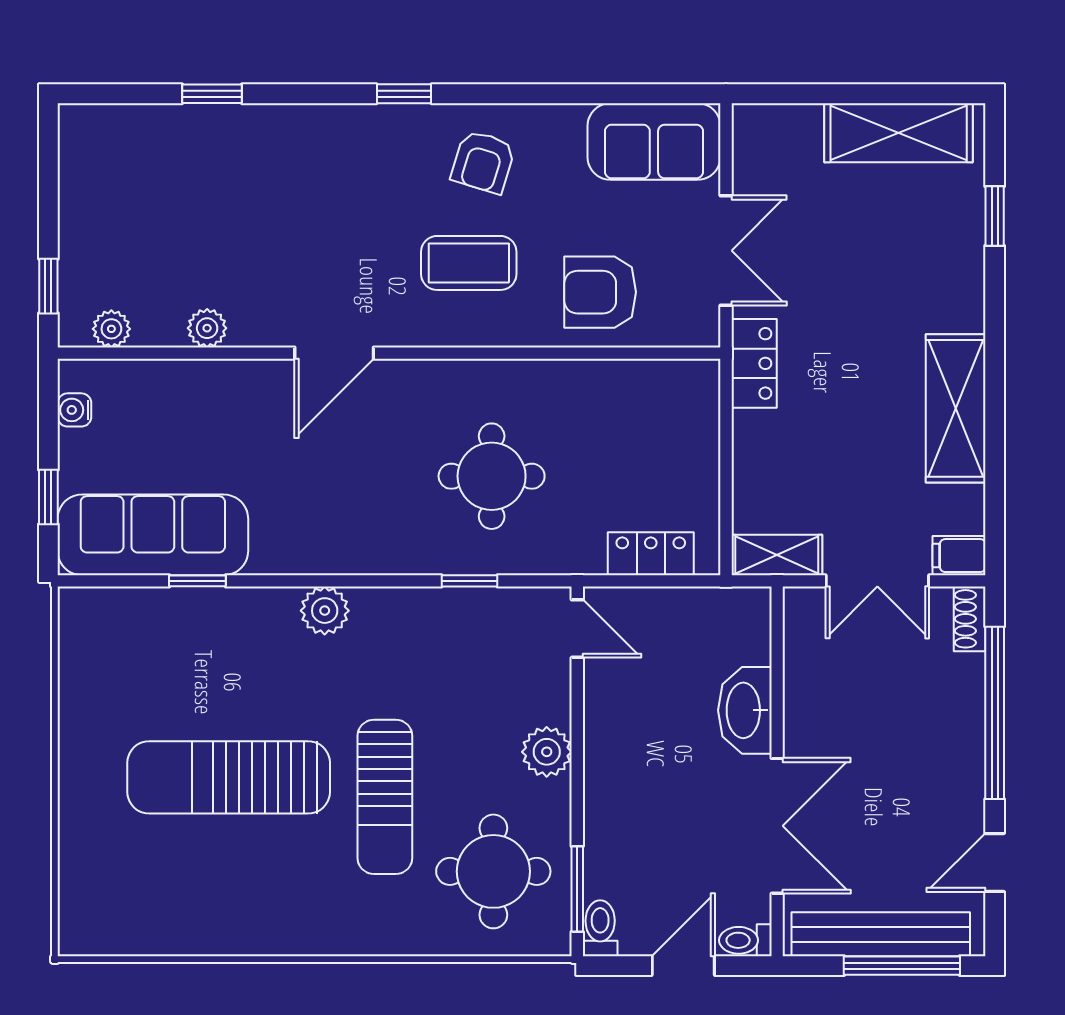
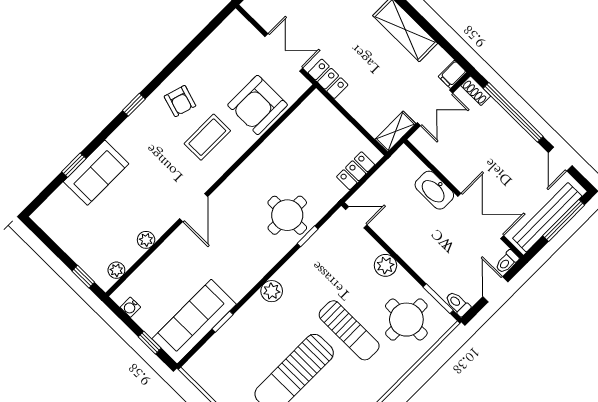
sofa: (654, 142) -> (96, 173), moved
armchair: (600, 292) -> (258, 105), width x1.36, depth x1.36
round table: (492, 476) -> (287, 215), moved

